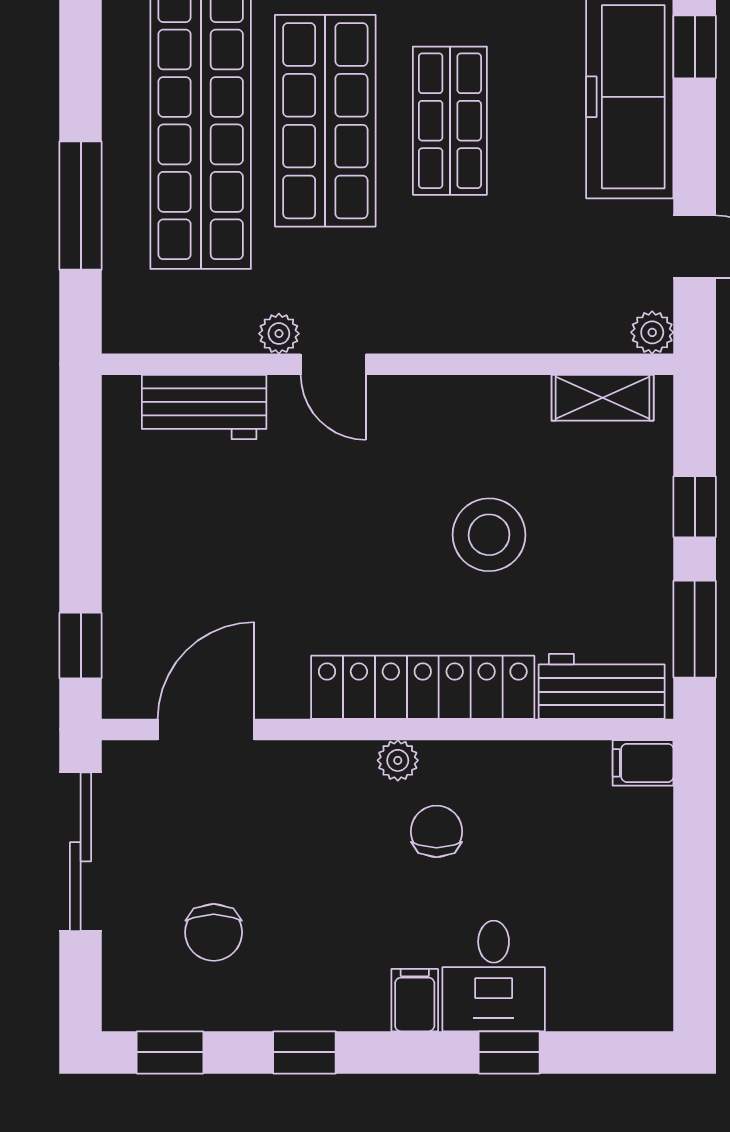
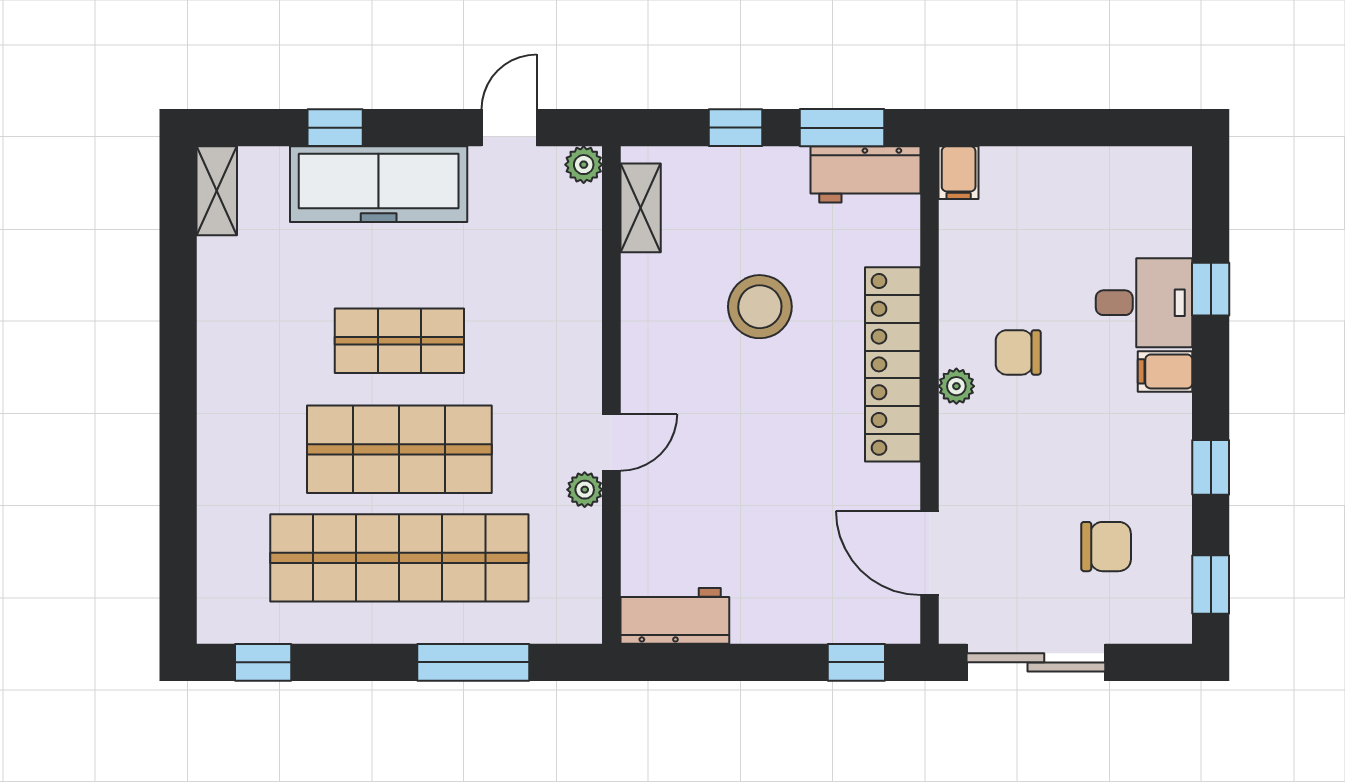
workbench: (204, 407) -> (675, 616), moved, turned -90
workbench: (602, 686) -> (865, 174), moved, turned -90

